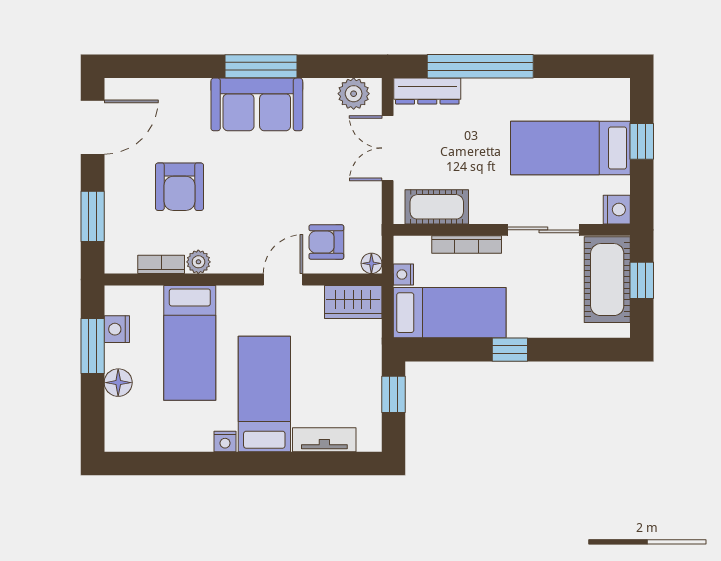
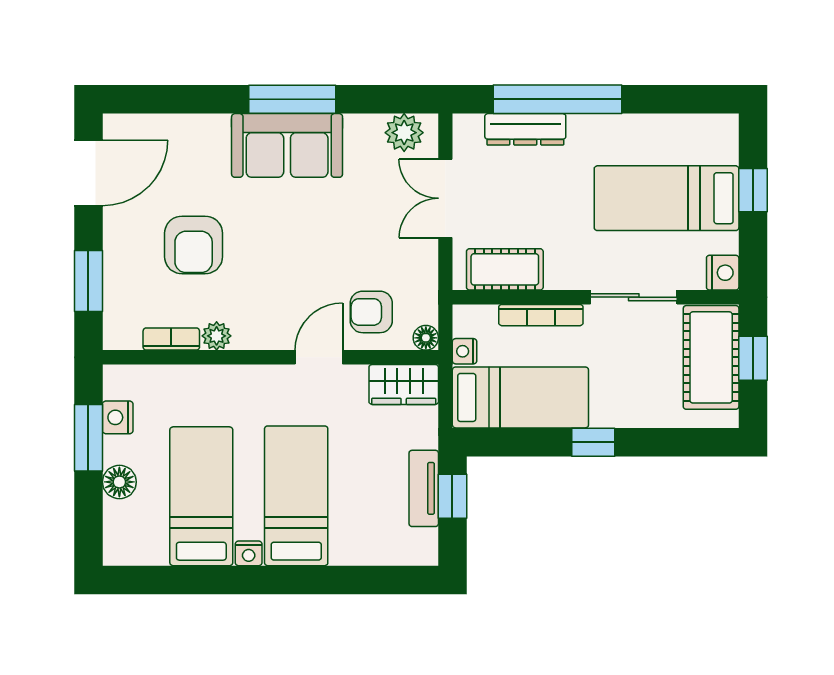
dresser: (427, 91) -> (525, 129), moved
bed: (190, 343) -> (201, 496), moved, turned 180
tv unit: (324, 440) -> (424, 488), moved, turned -90

